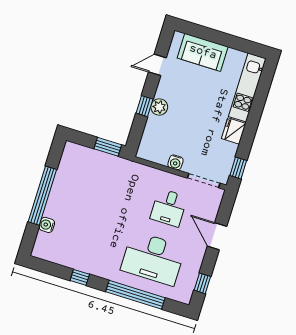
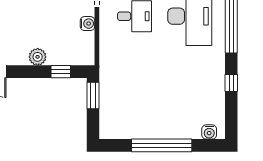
window: (145, 106) -> (61, 72), moved
water cooler: (47, 225) -> (209, 132), moved

